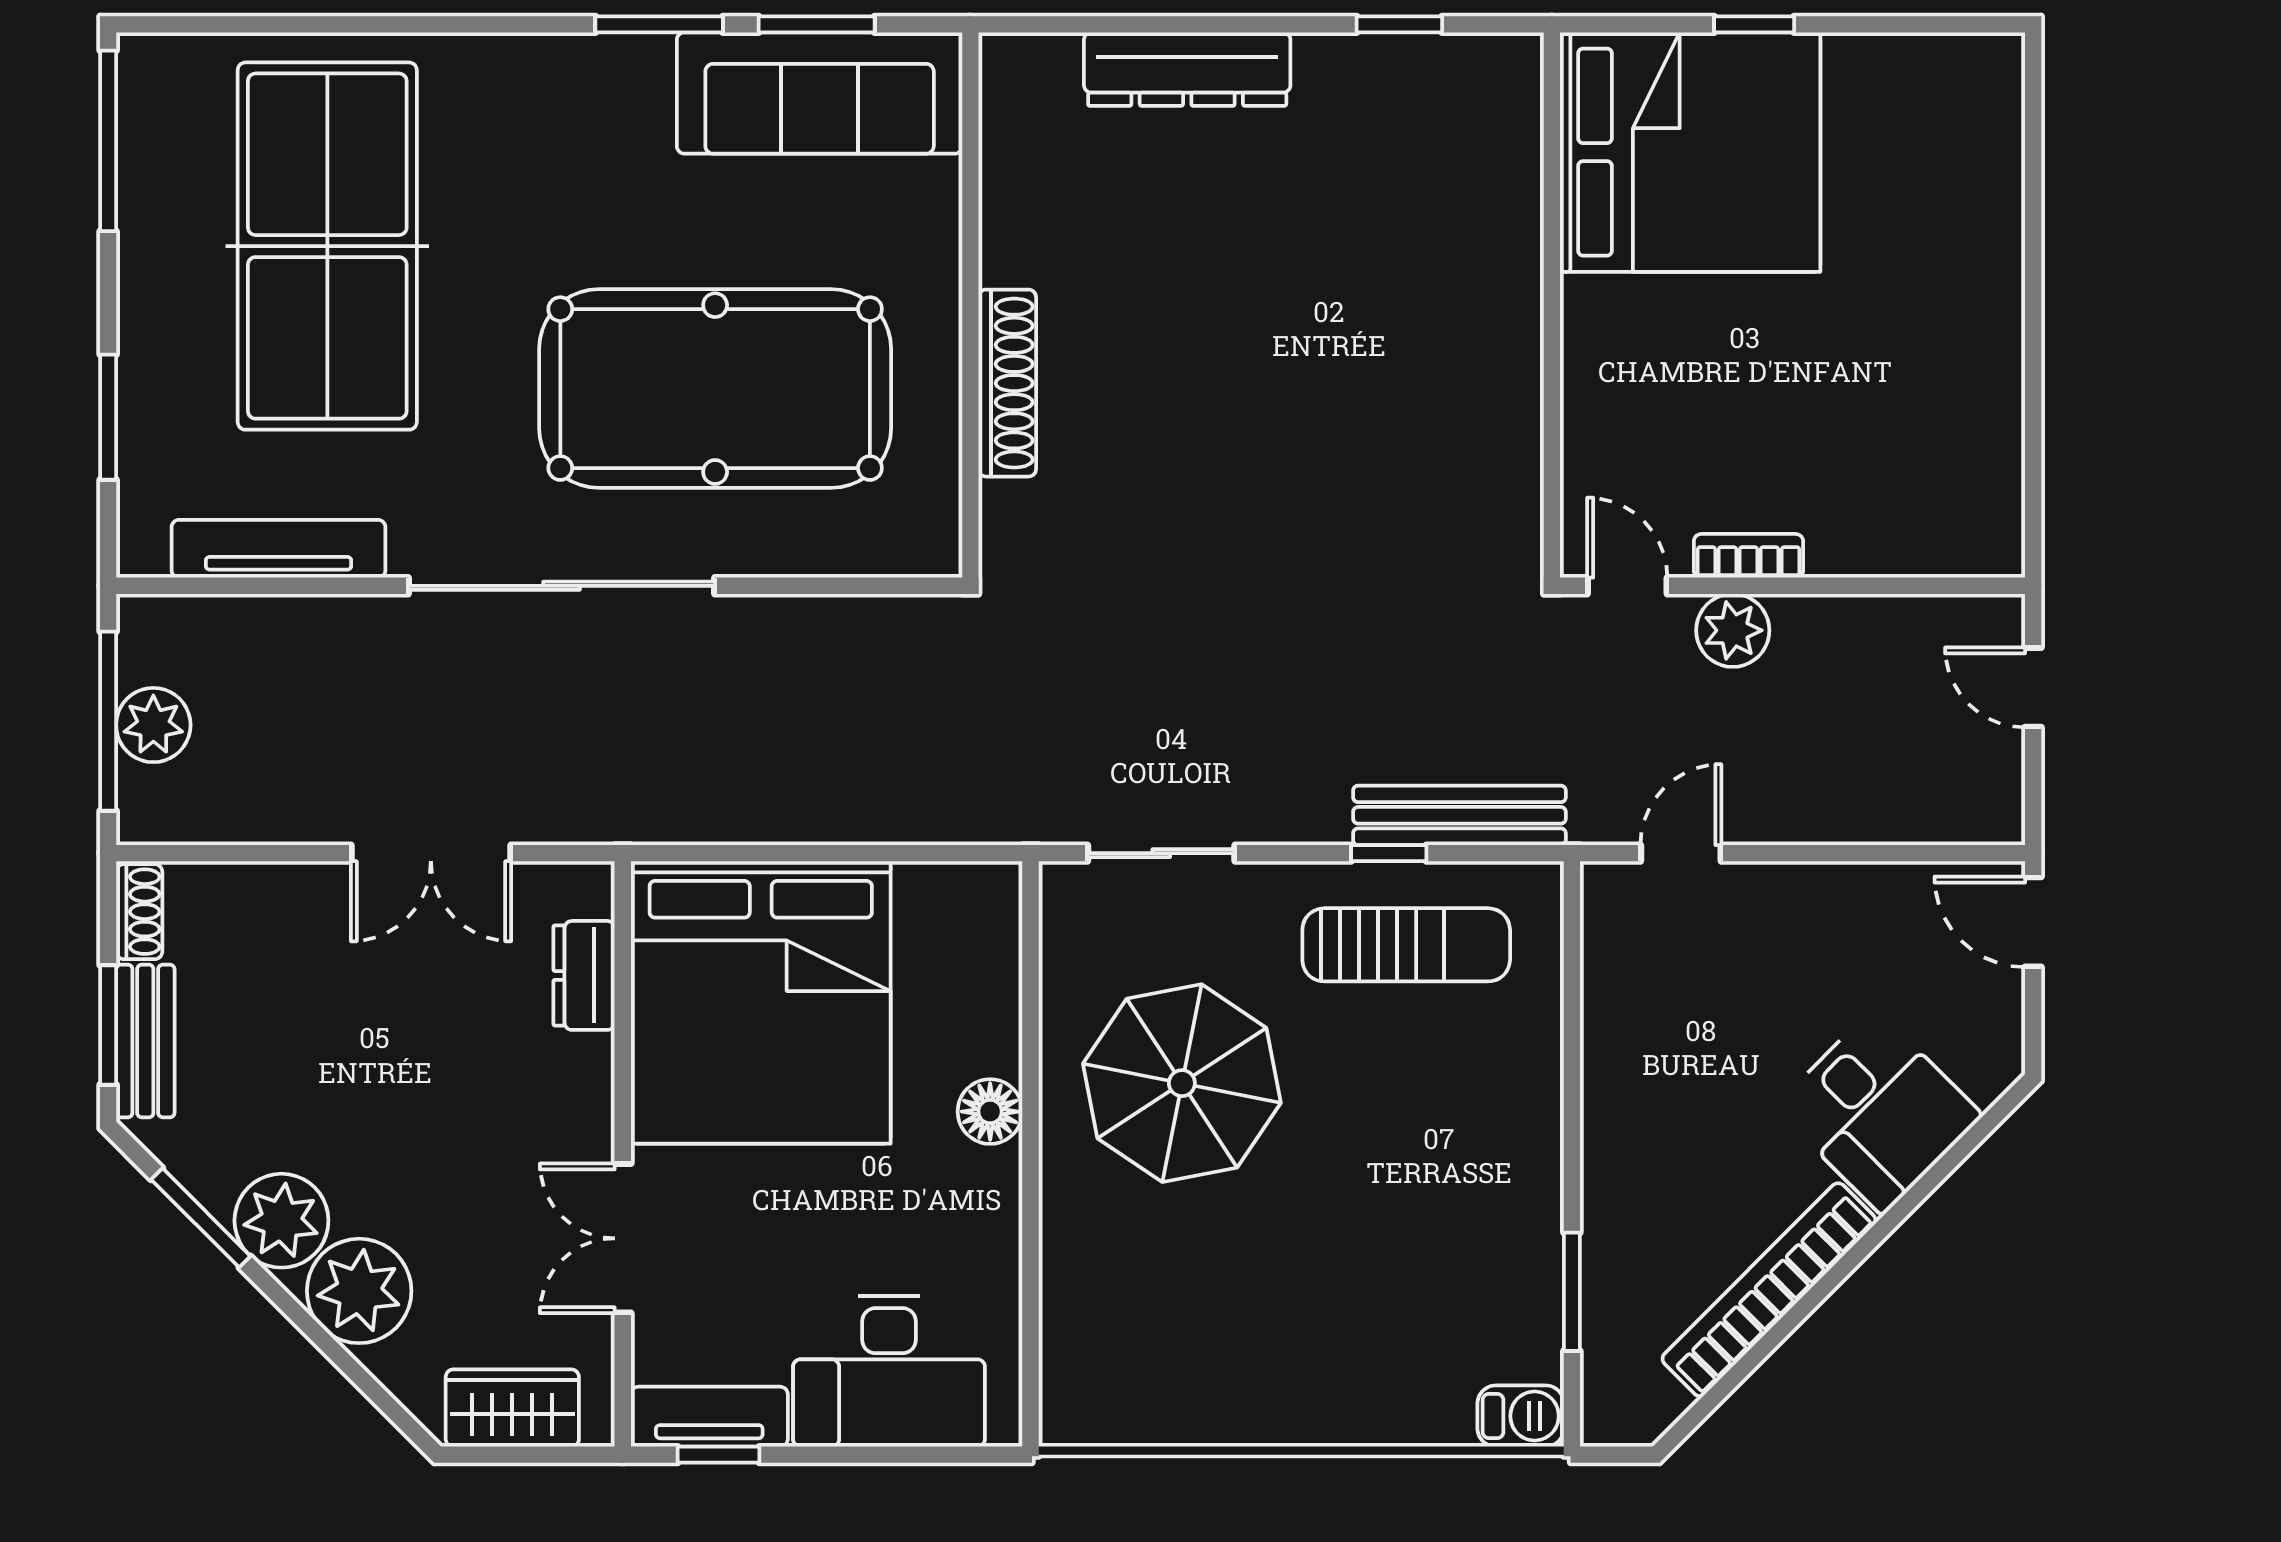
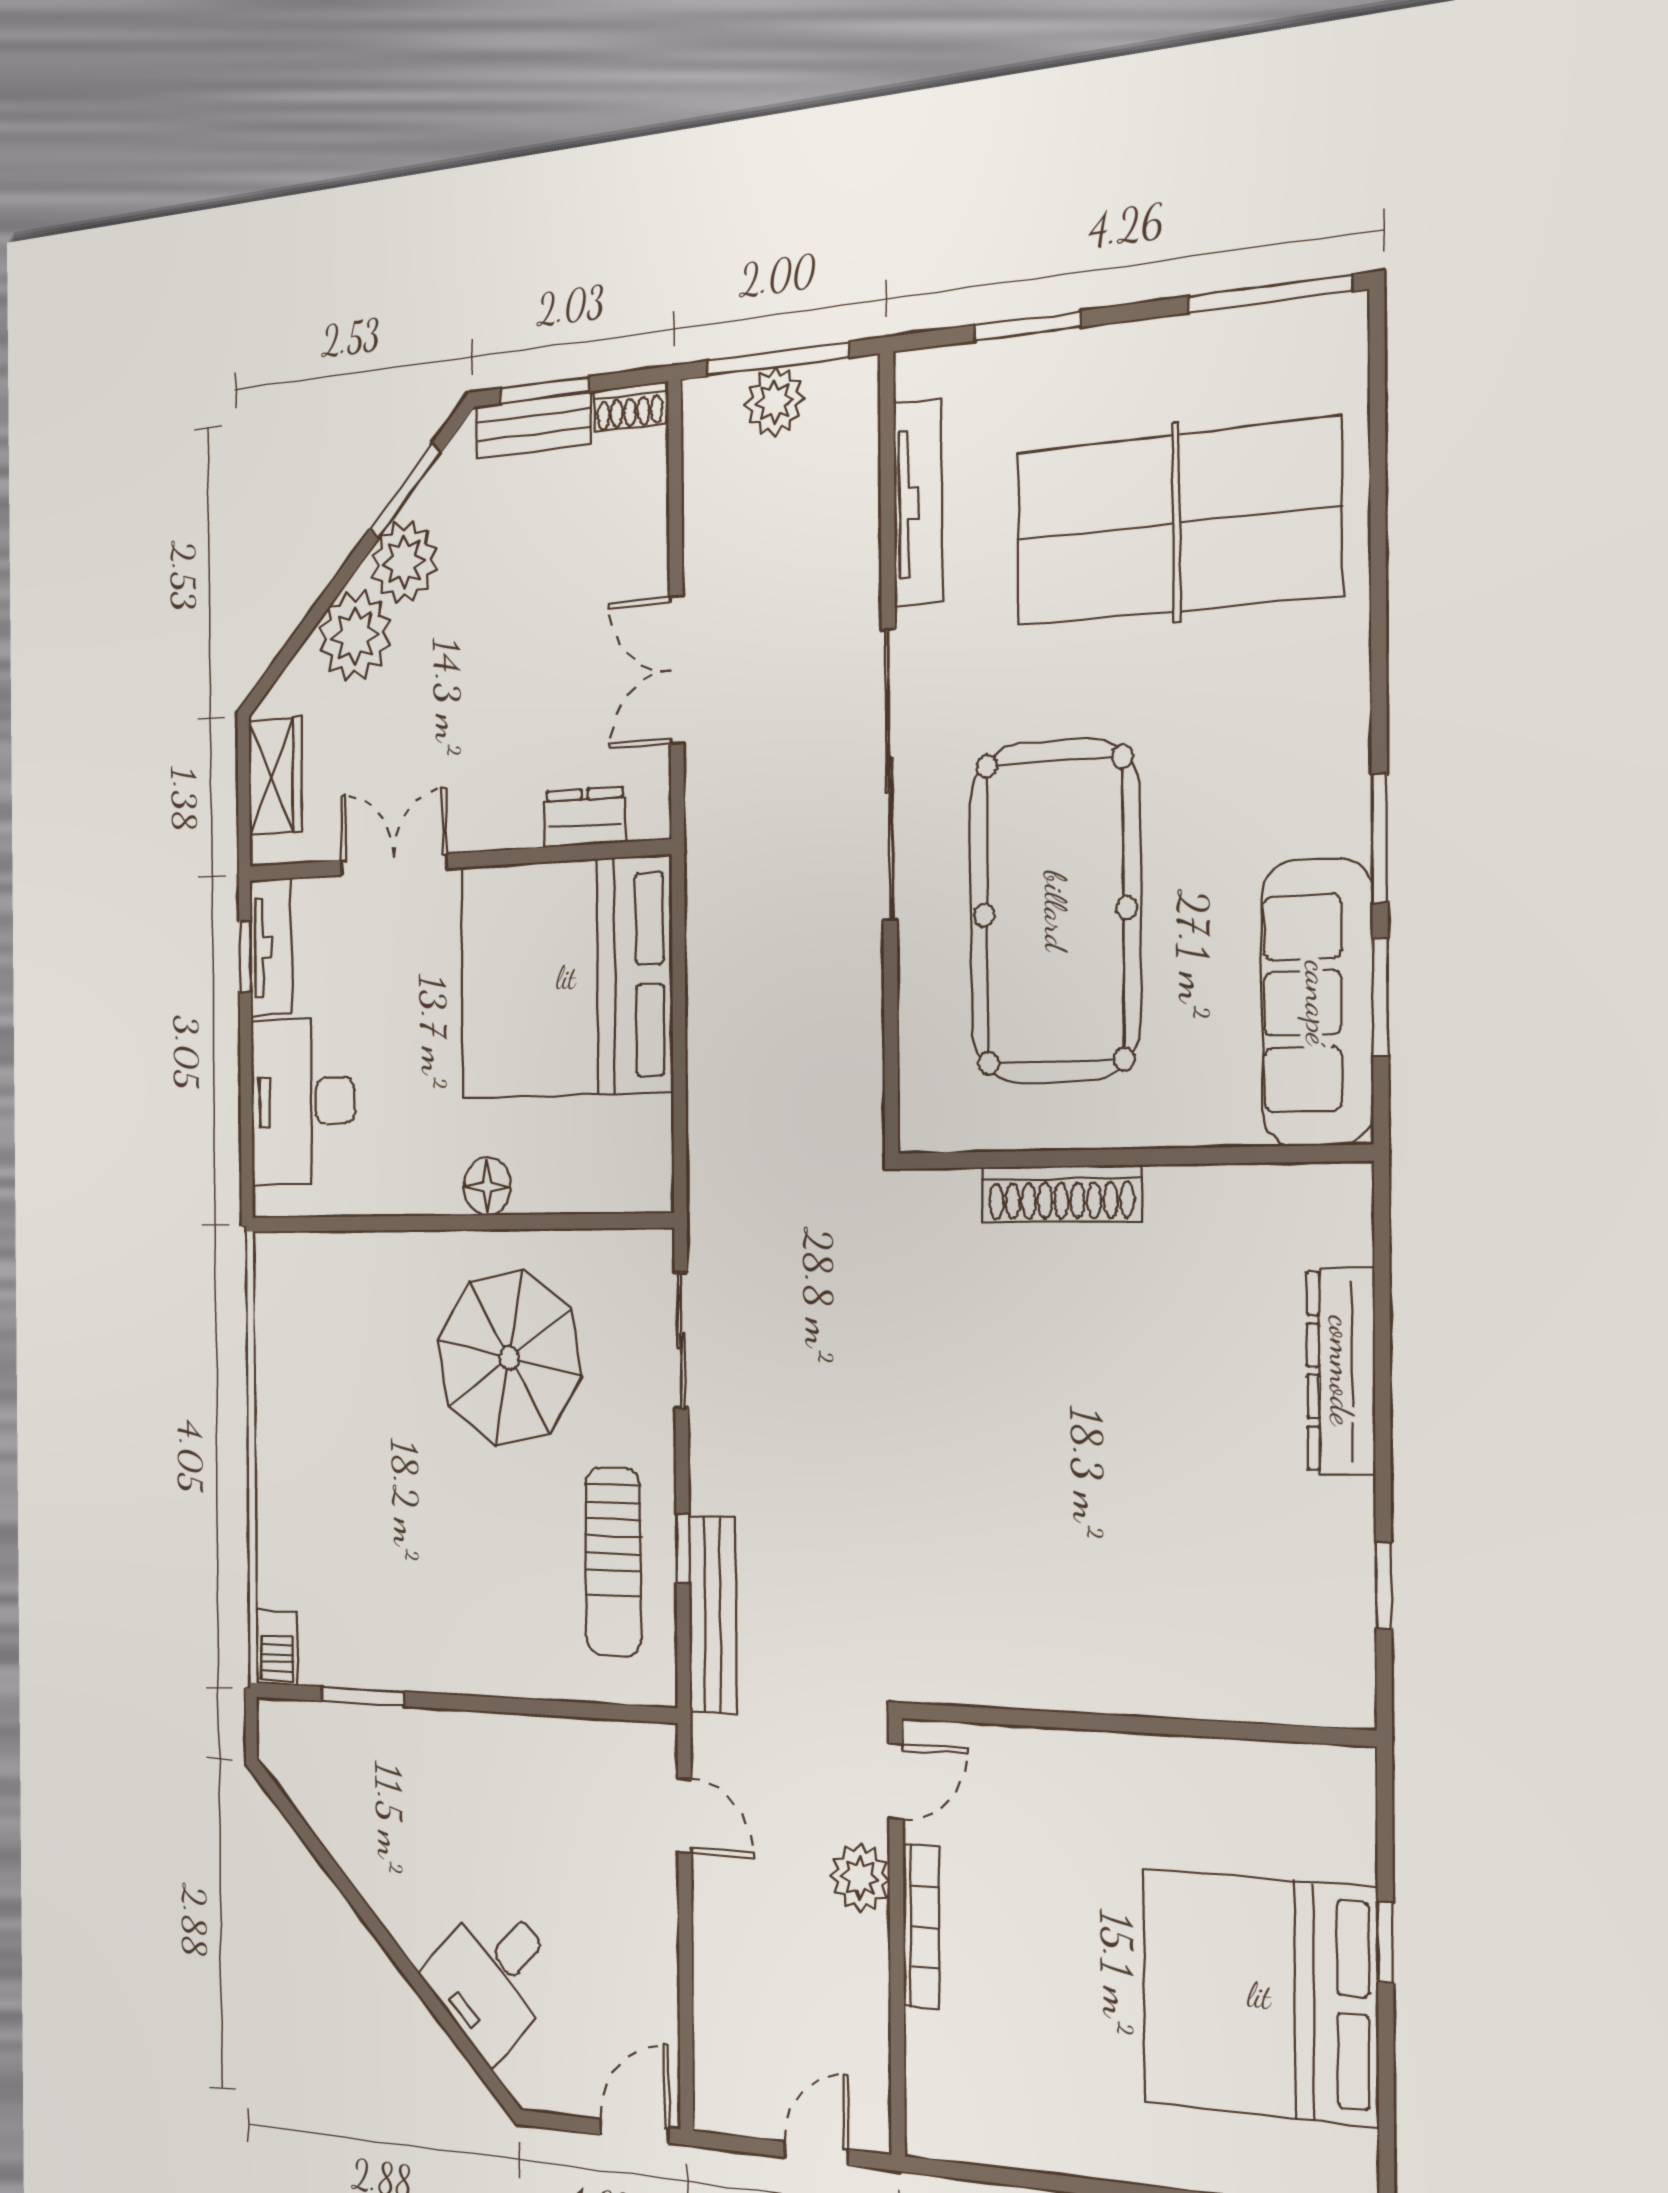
bed: (1690, 152) -> (1259, 1996), moved, turned 90
bookcase: (1748, 556) -> (921, 1927), width x1.56
bookcase: (1769, 1290) -> (366, 1868), removed

